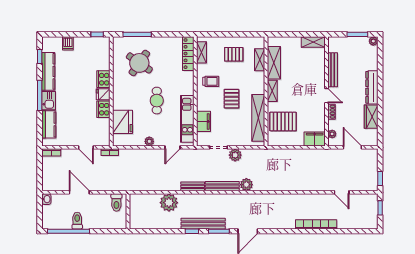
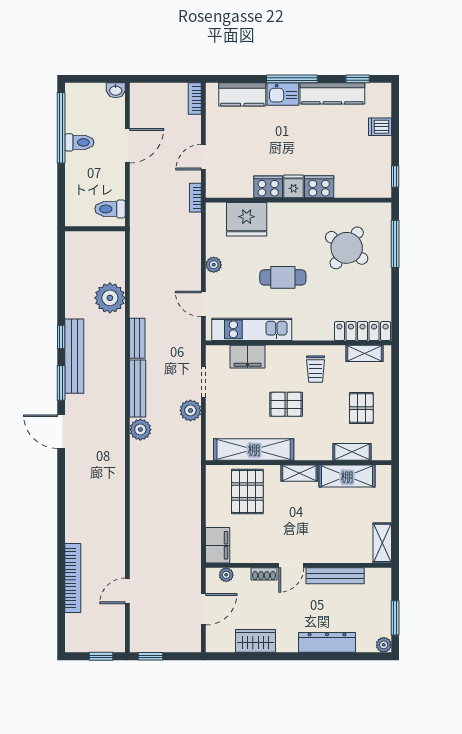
dresser: (372, 87) -> (327, 642), moved
bookcase: (316, 224) -> (73, 578), moved

